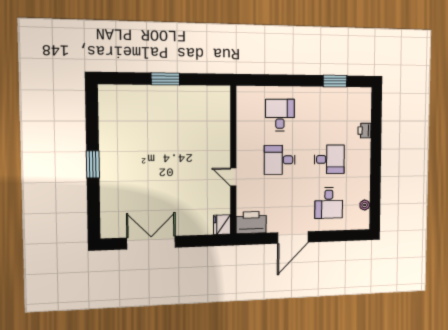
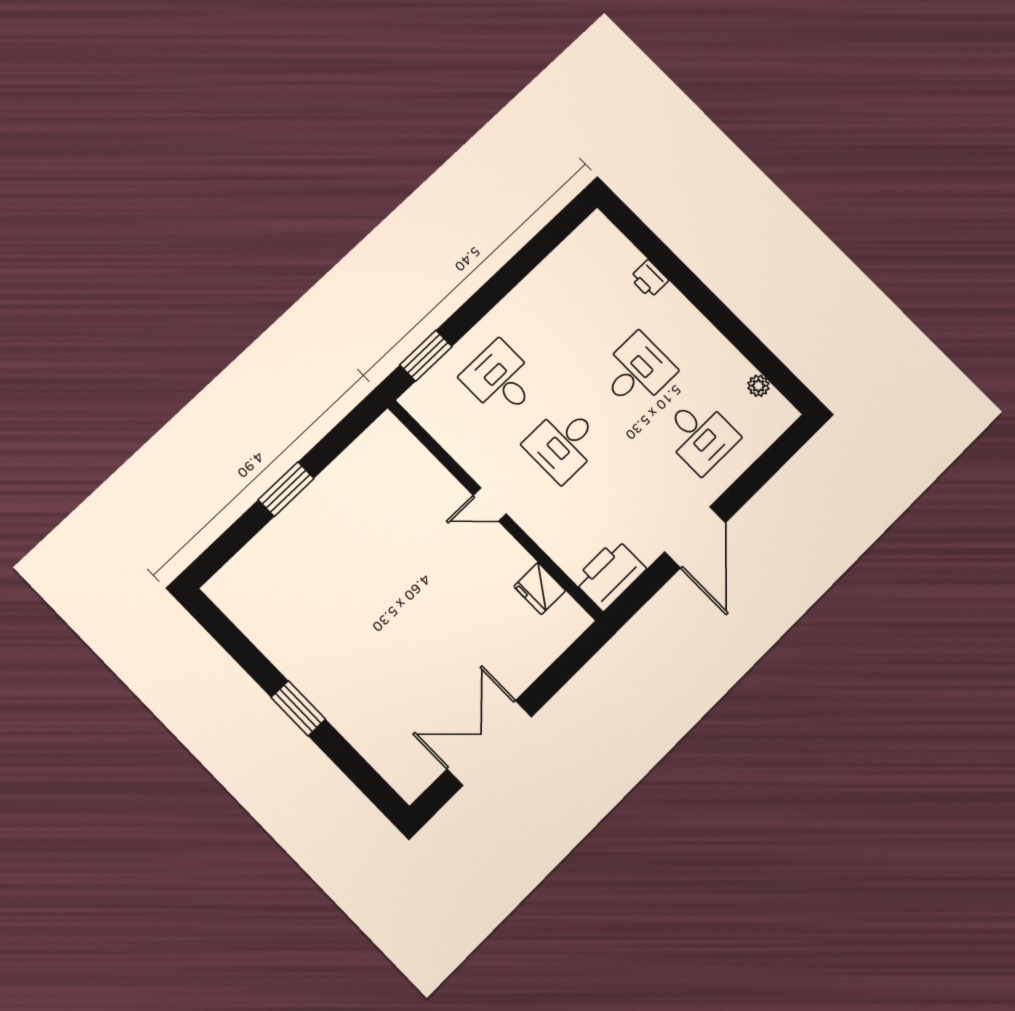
window: (335, 81) -> (426, 356), moved
door: (233, 177) -> (490, 505), moved
fridge: (222, 225) -> (540, 589), moved

